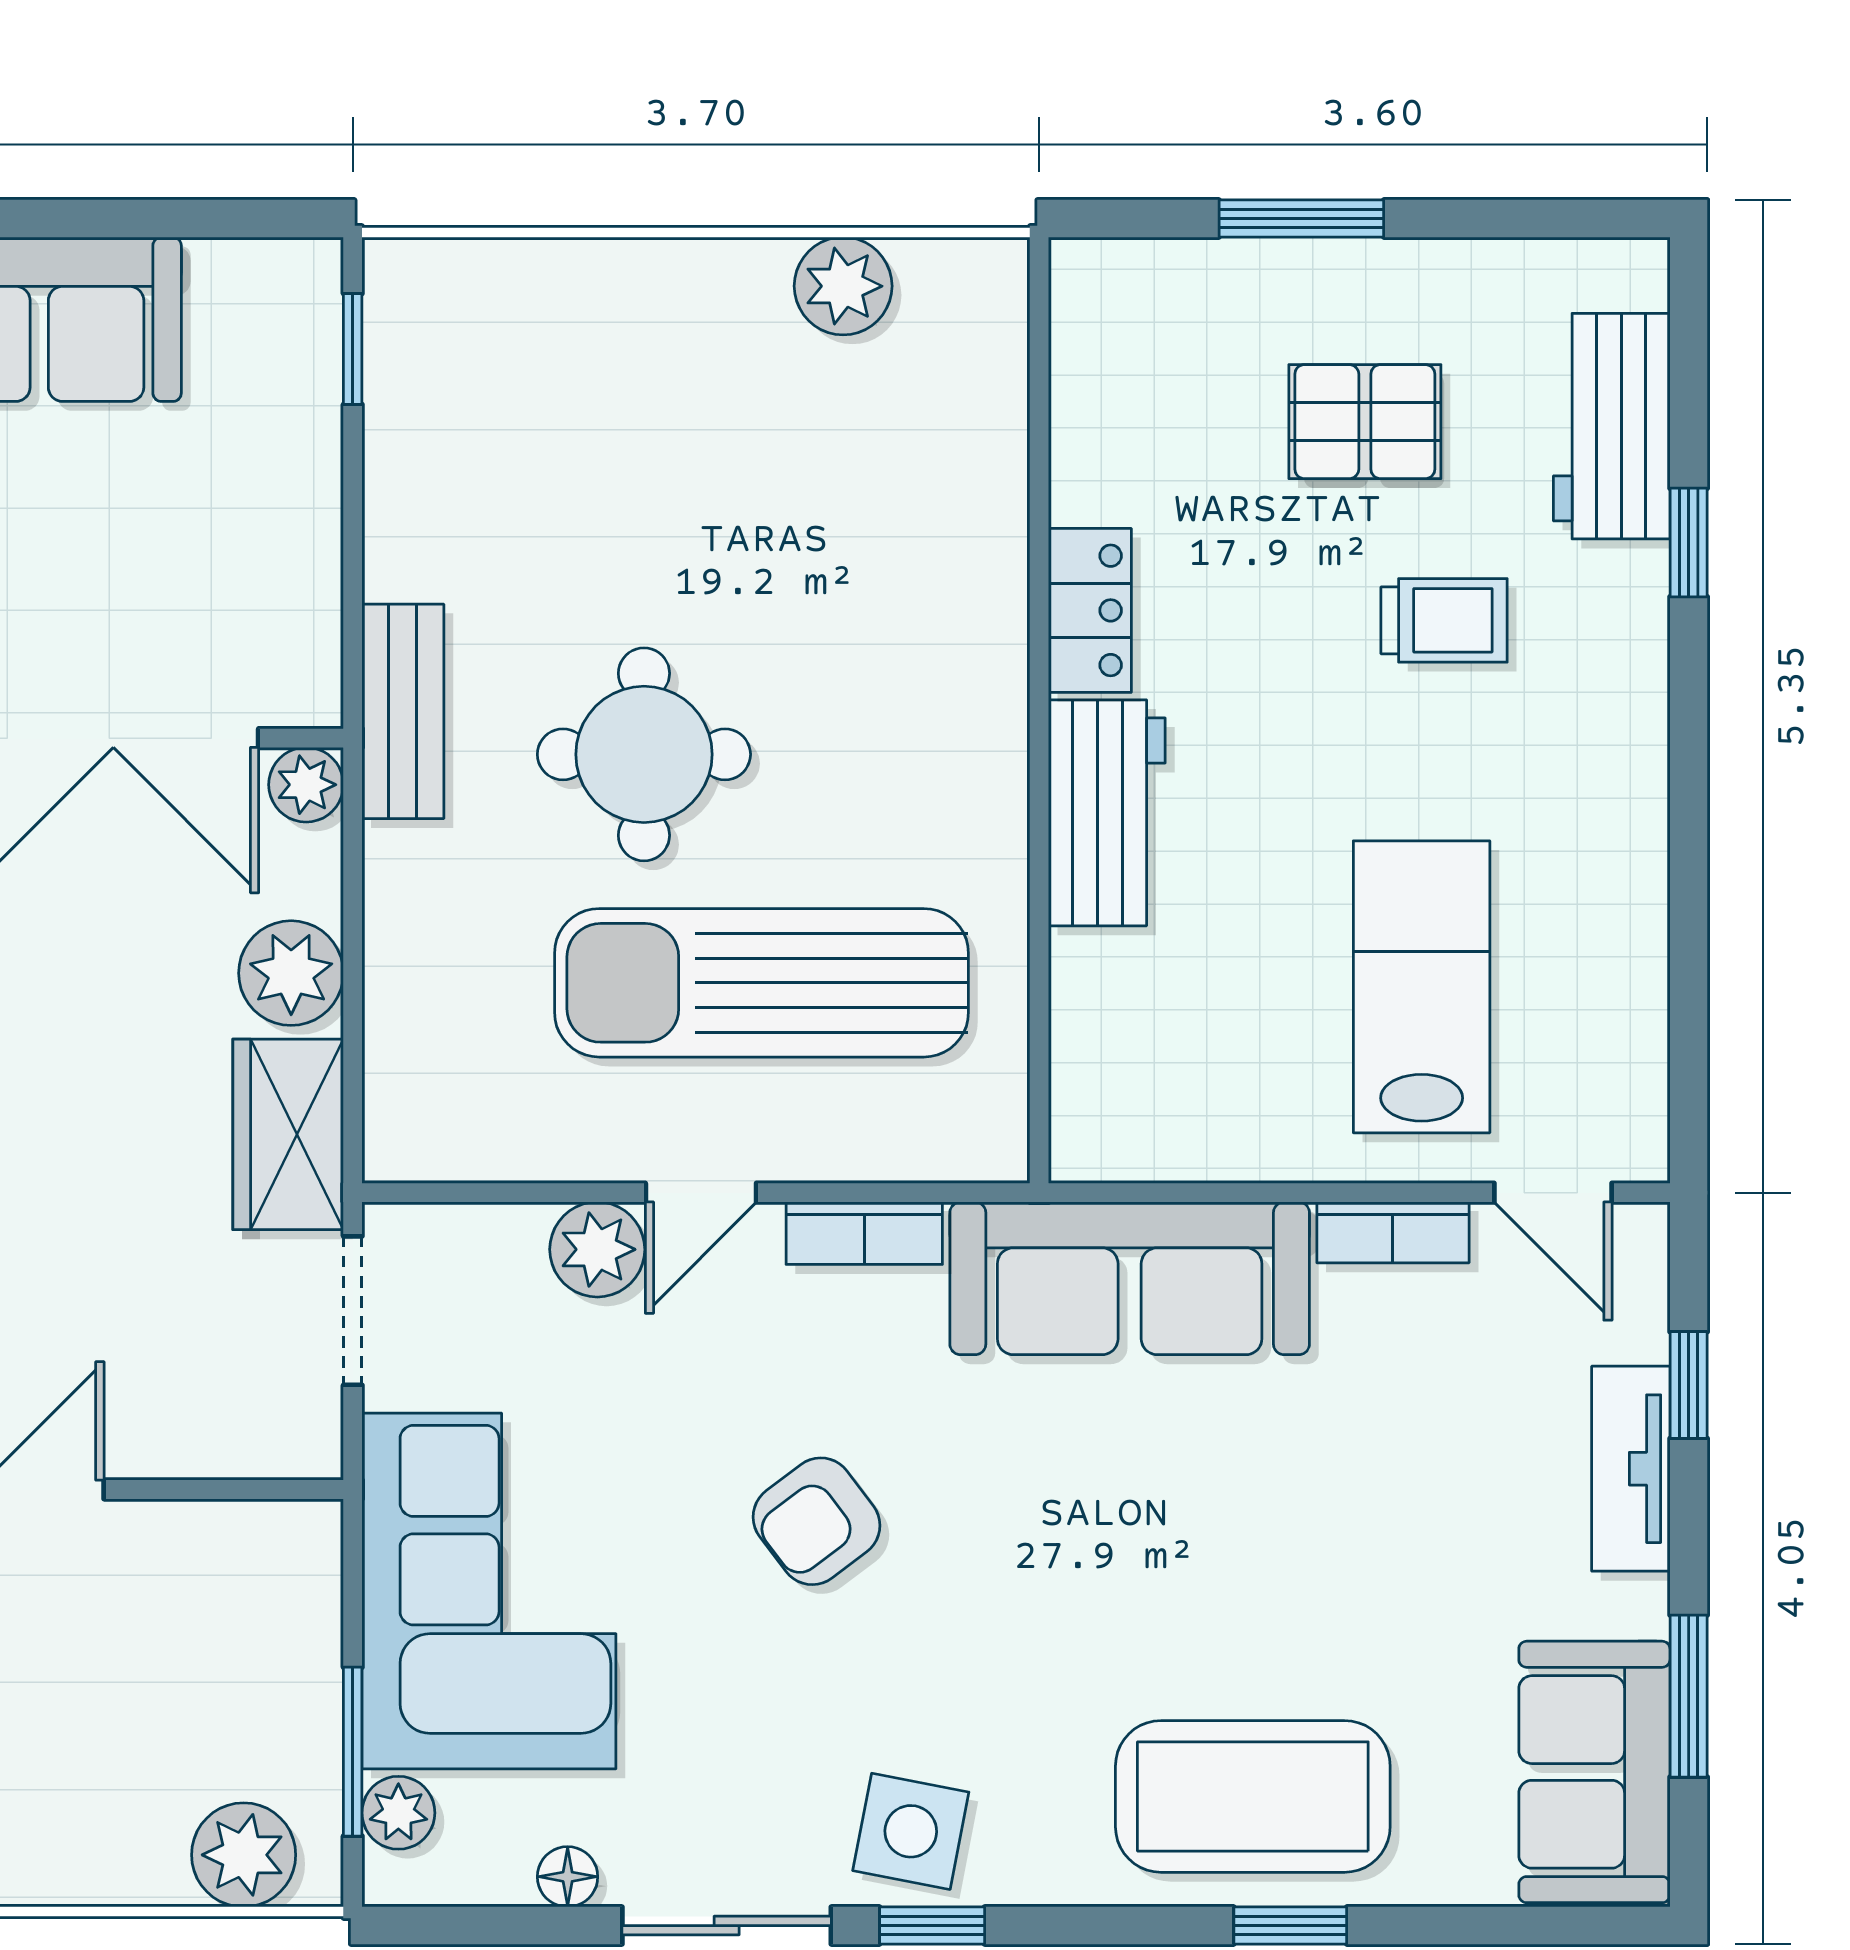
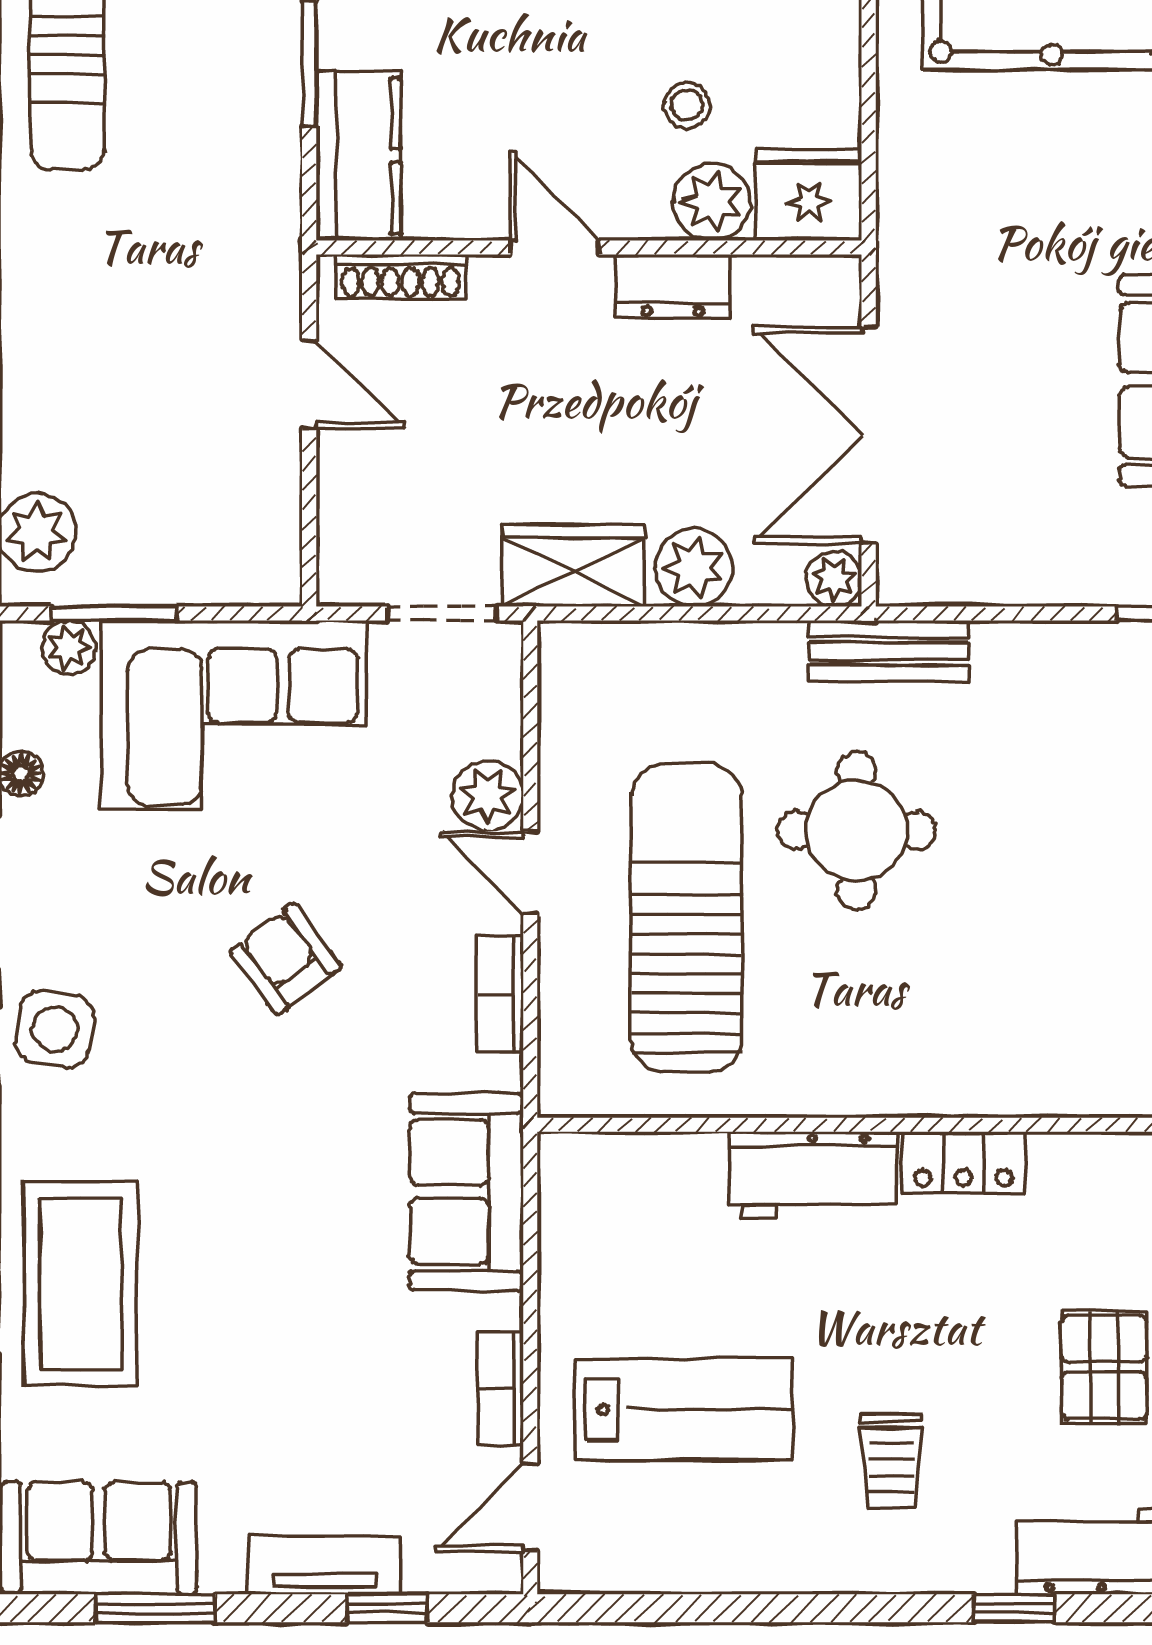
trolley: (1444, 620) -> (891, 1461), moved
sofa: (1130, 1278) -> (466, 1192), width x0.73

